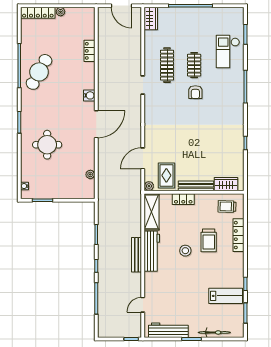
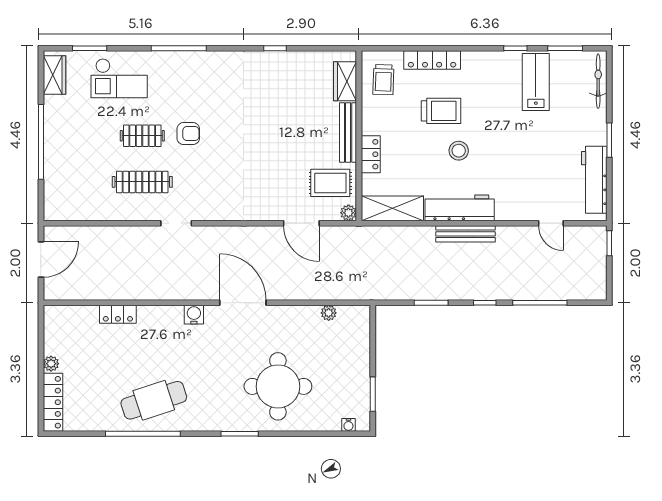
wardrobe: (151, 18) -> (55, 75), moved, turned 90
cafe table: (39, 72) -> (154, 400), turned -47
round table: (47, 145) -> (278, 386), width x1.36, depth x1.36
bicycle: (214, 332) -> (598, 81), moved

